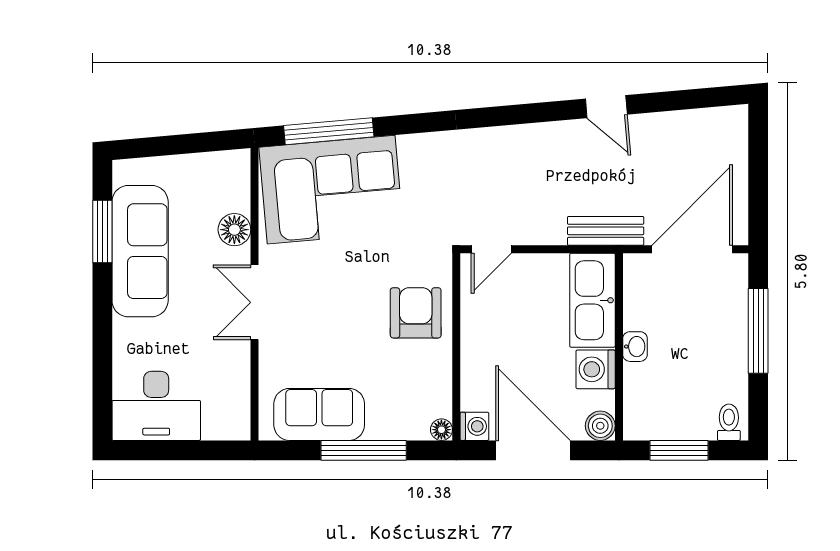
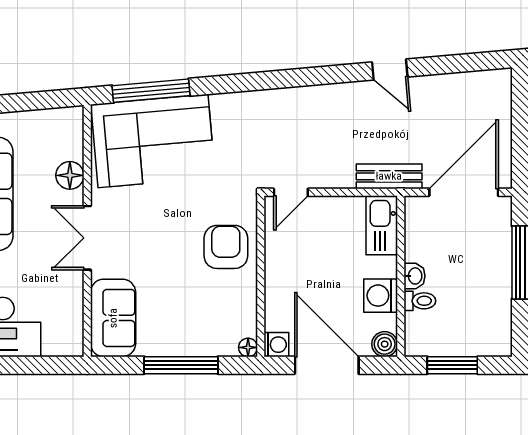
kitchen sink: (592, 300) -> (382, 225), width x0.73, depth x0.81
sofa: (319, 414) -> (113, 318), moved, turned 90
toilet: (729, 422) -> (420, 301), moved, turned 90

